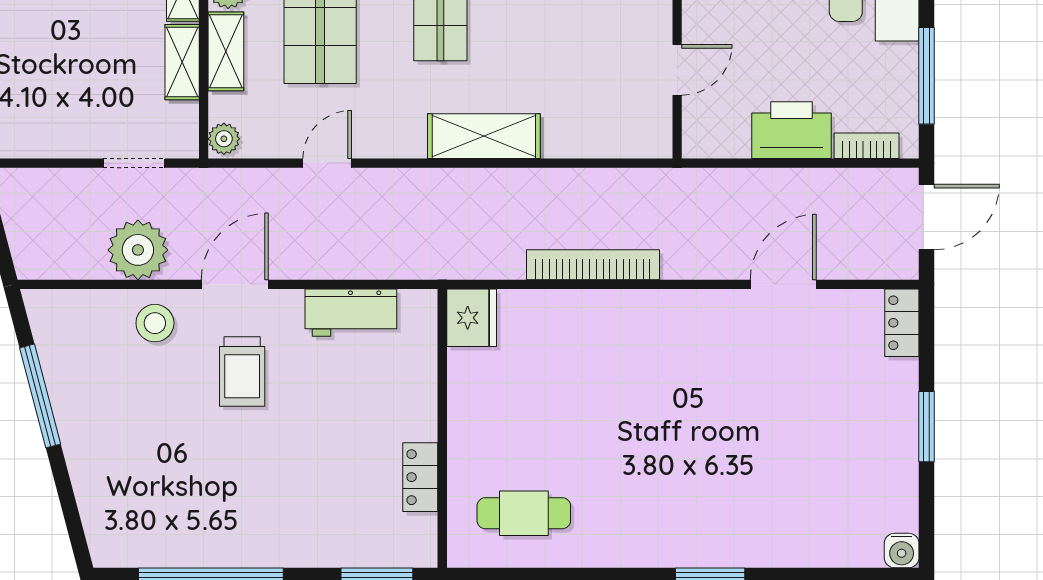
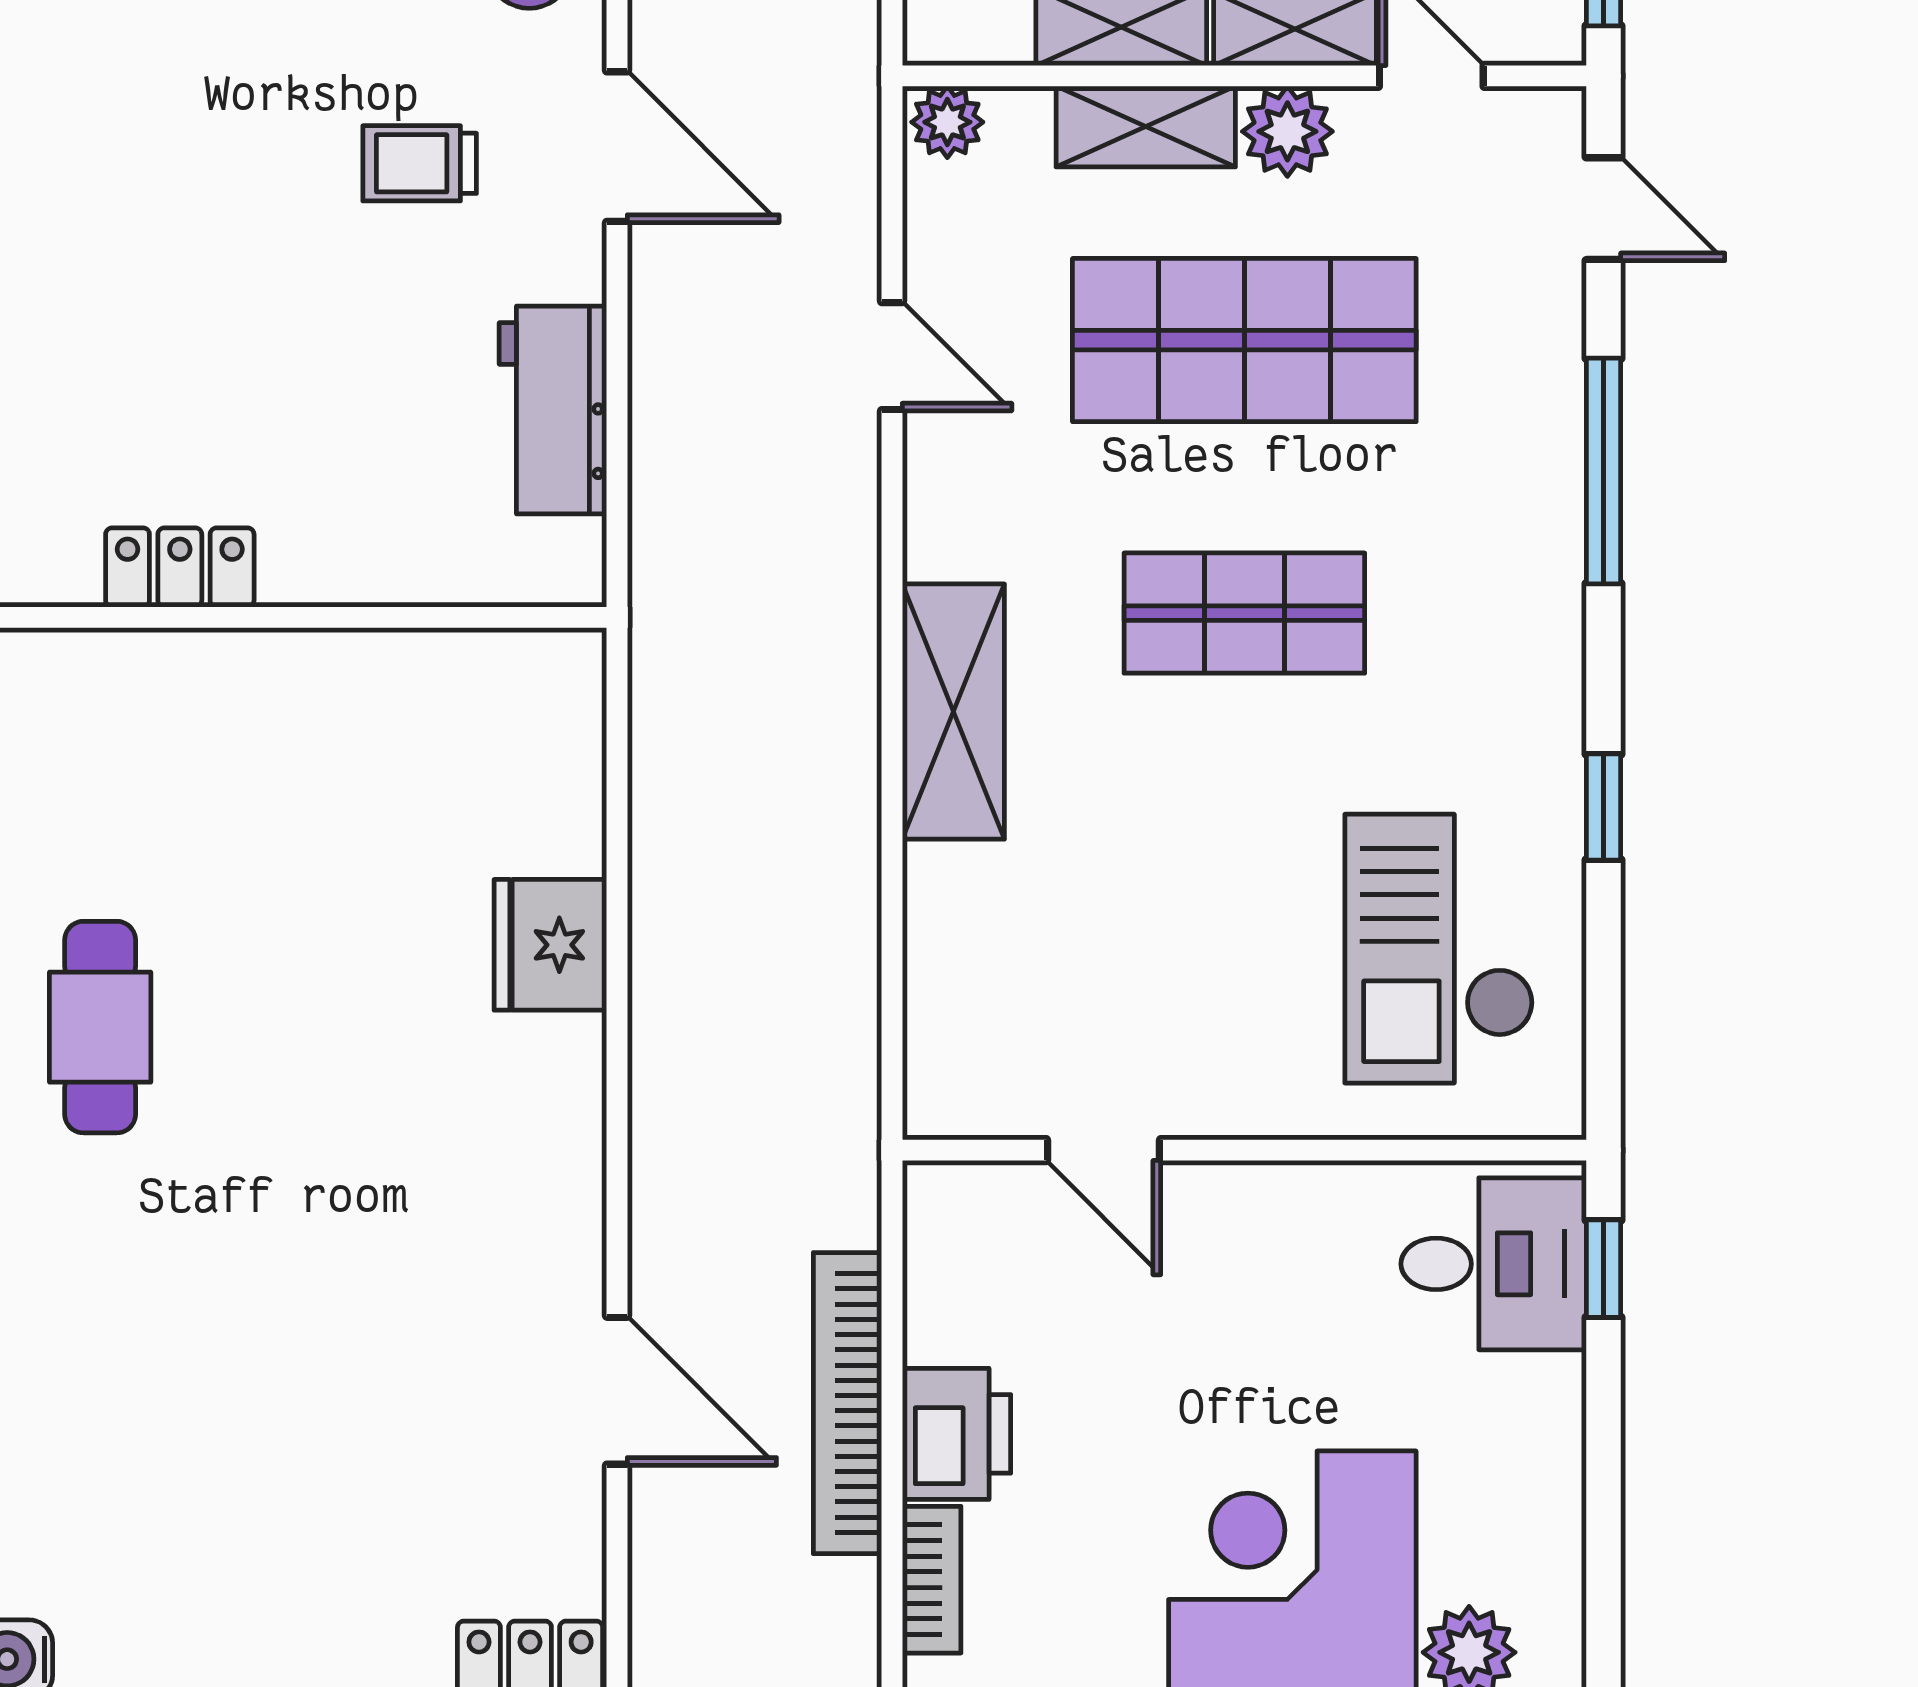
printer: (791, 130) -> (957, 1434), width x0.73, depth x0.84
bookcase: (593, 265) -> (847, 1403), moved, turned 180
fridge: (472, 318) -> (550, 945), moved, turned 90
trolley: (242, 371) -> (420, 163), width x0.73, depth x0.72
cafe table: (524, 513) -> (100, 1027), moved

